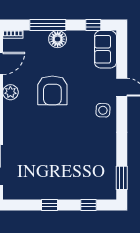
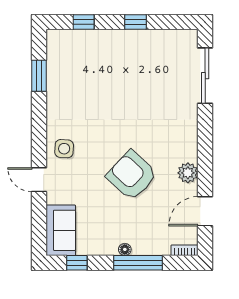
floor lamp: (58, 39) -> (125, 249), width x0.53, depth x0.53
armchair: (52, 90) -> (132, 175), turned -47
window: (122, 178) -> (39, 76), moved

